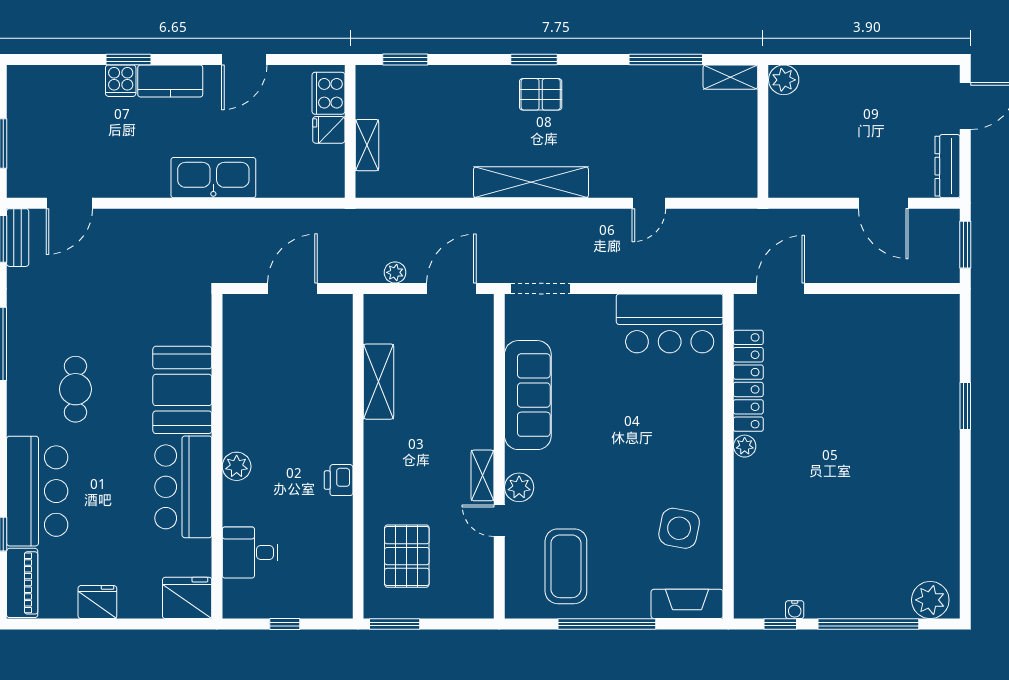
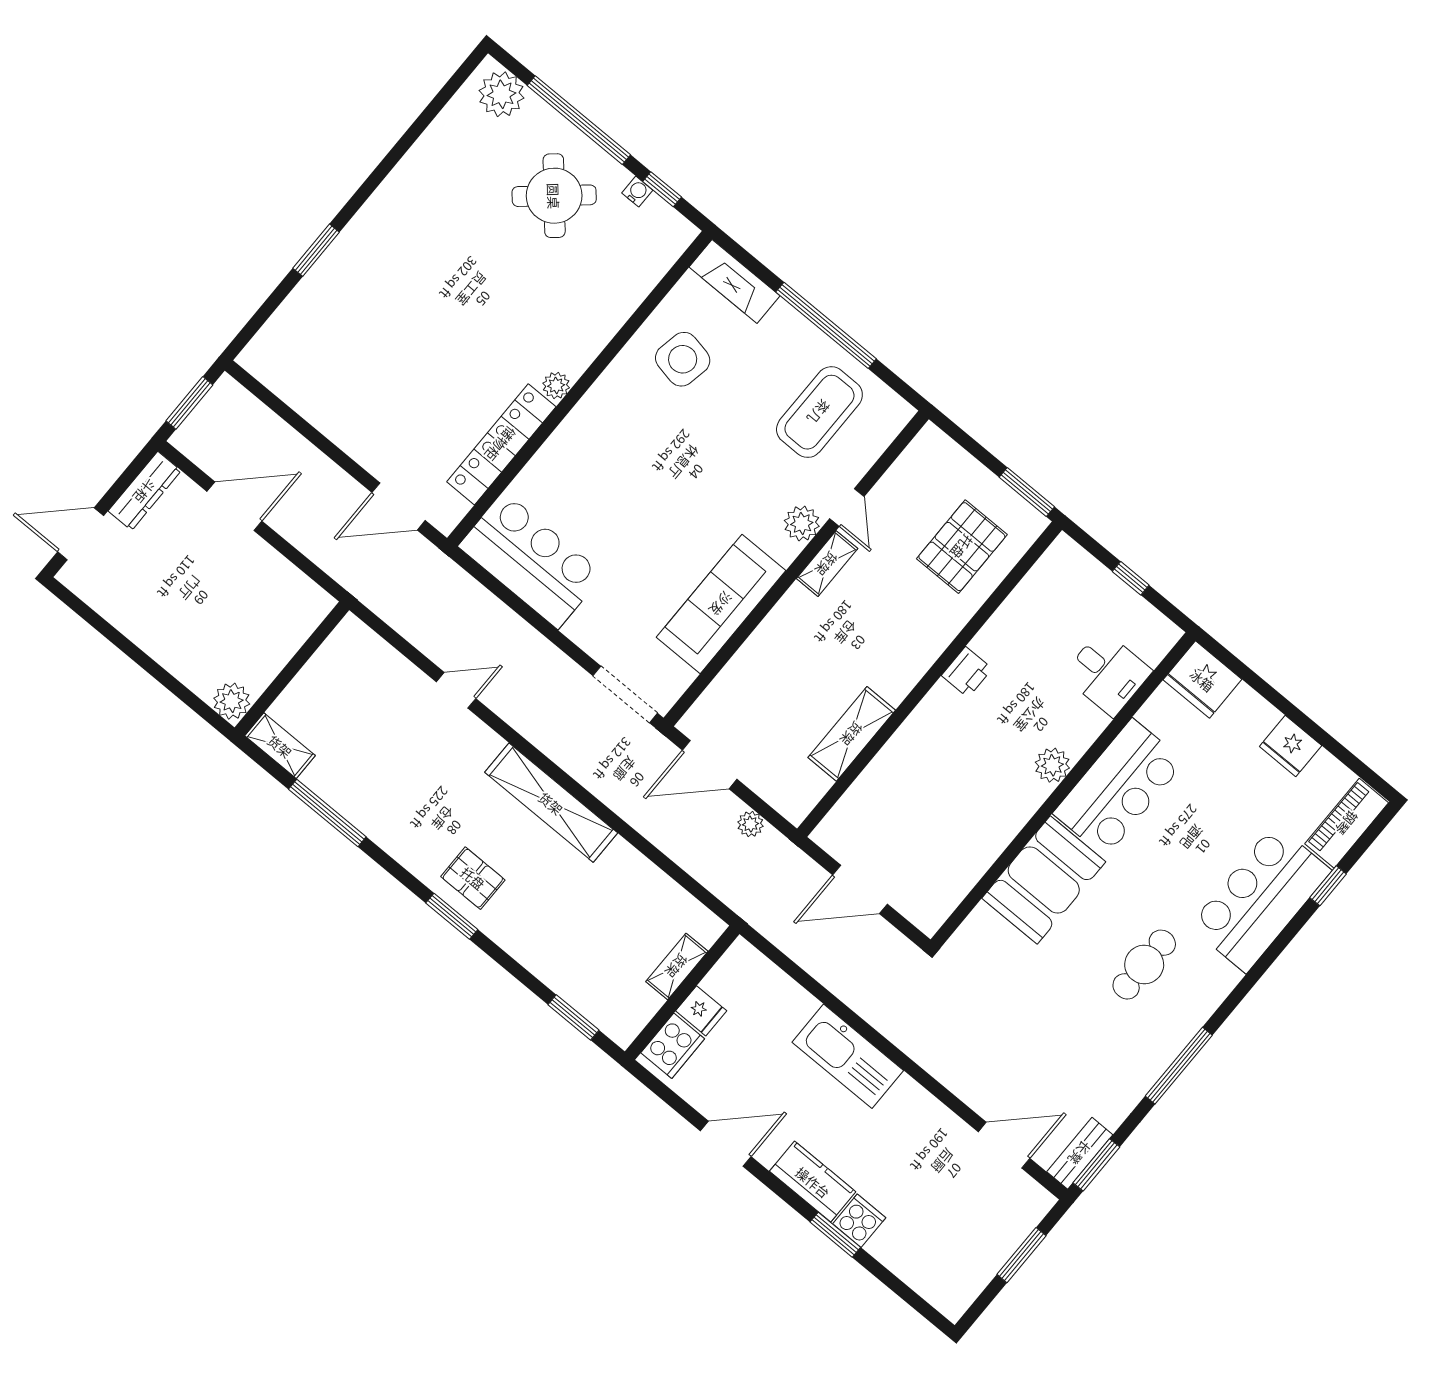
door: (883, 203) -> (234, 506), hinge flipped
round table: (845, 564) -> (554, 196), added

